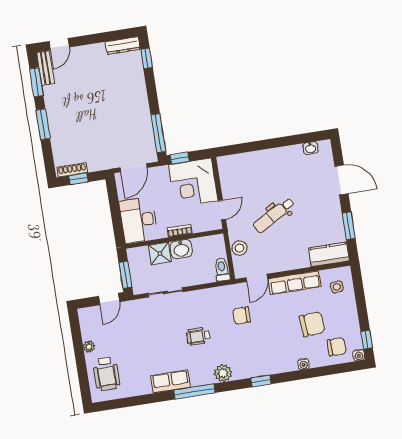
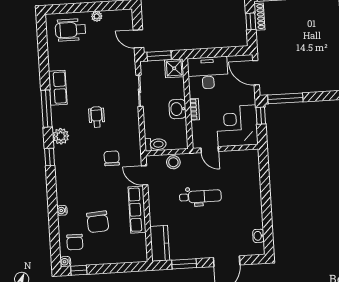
dental chair: (274, 215) -> (200, 197), turned 119
shower: (160, 253) -> (174, 68), moved
side table: (337, 287) -> (129, 248), removed
window: (261, 381) -> (50, 157), moved

